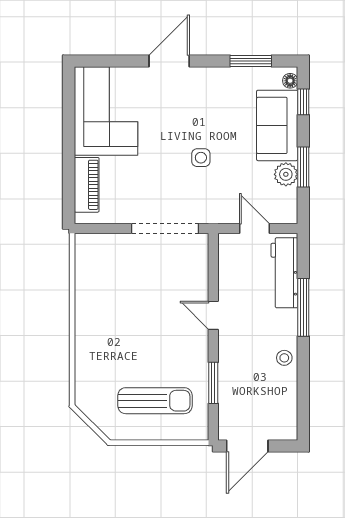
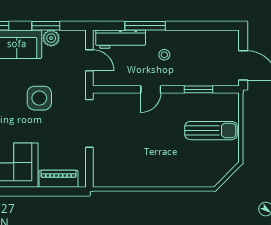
side table: (201, 158) -> (39, 98), width x1.87, depth x1.87
door: (255, 228) -> (89, 60), swing flipped
stool: (284, 358) -> (164, 55), moved
sun lounger: (155, 401) -> (211, 131), turned 90

